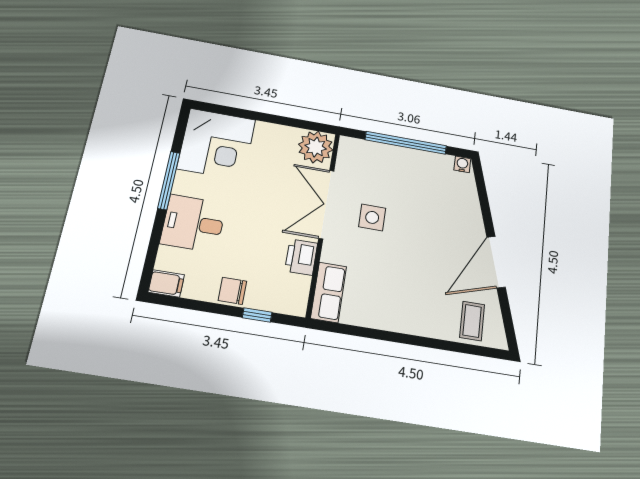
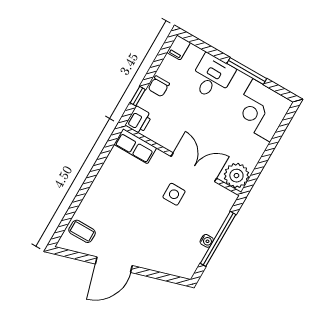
water cooler: (462, 164) -> (207, 241), moved
printer: (301, 257) -> (139, 120), moved, turned 90
door: (496, 262) -> (114, 265), swing flipped
chair: (232, 291) -> (159, 86), turned 180

